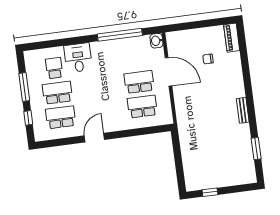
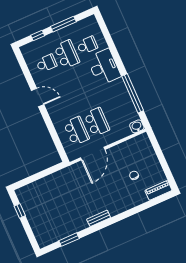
desk: (78, 58) -> (104, 67), width x1.37
door: (168, 72) -> (93, 154), moved
school desk: (61, 117) -> (46, 63), width x0.54

